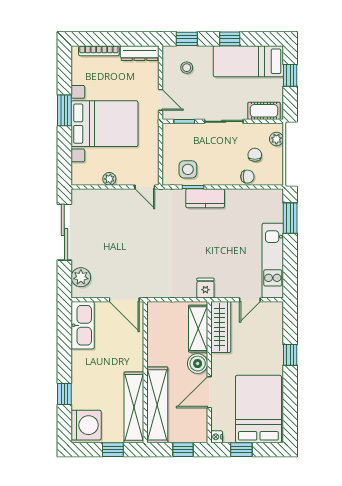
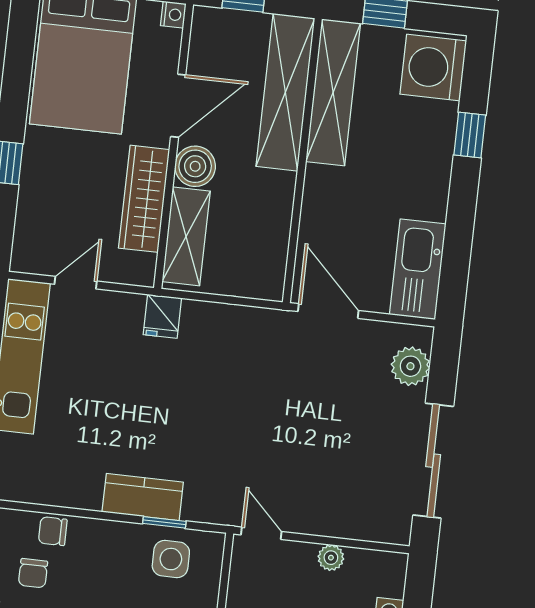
wardrobe: (221, 327) -> (144, 199), moved

